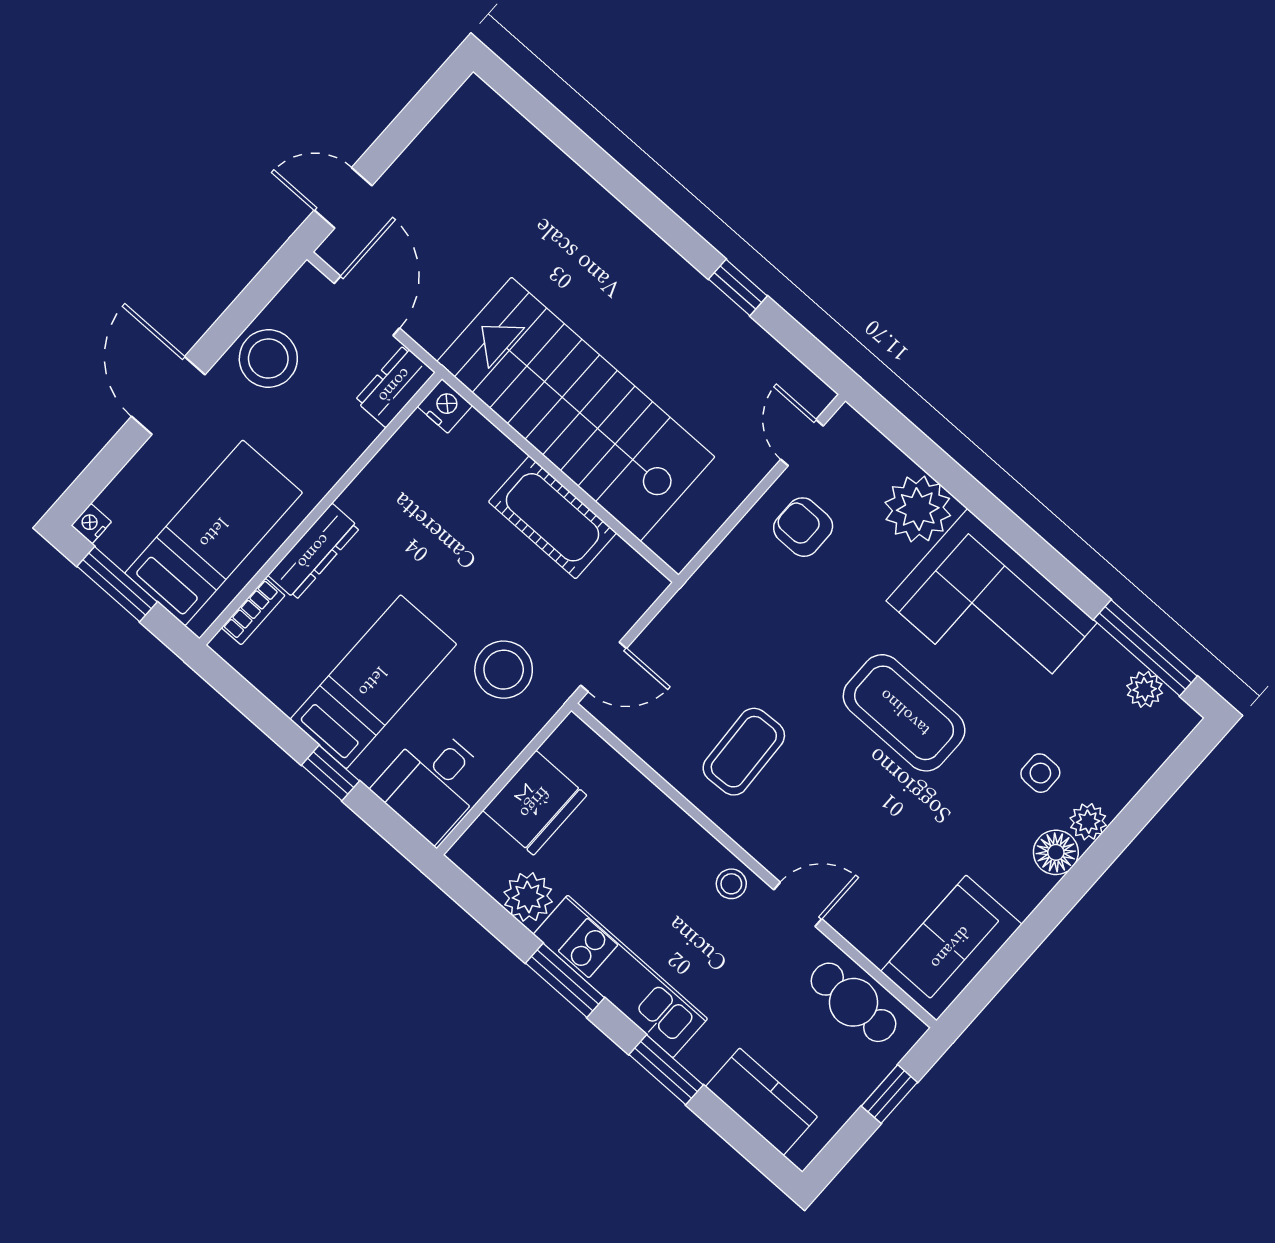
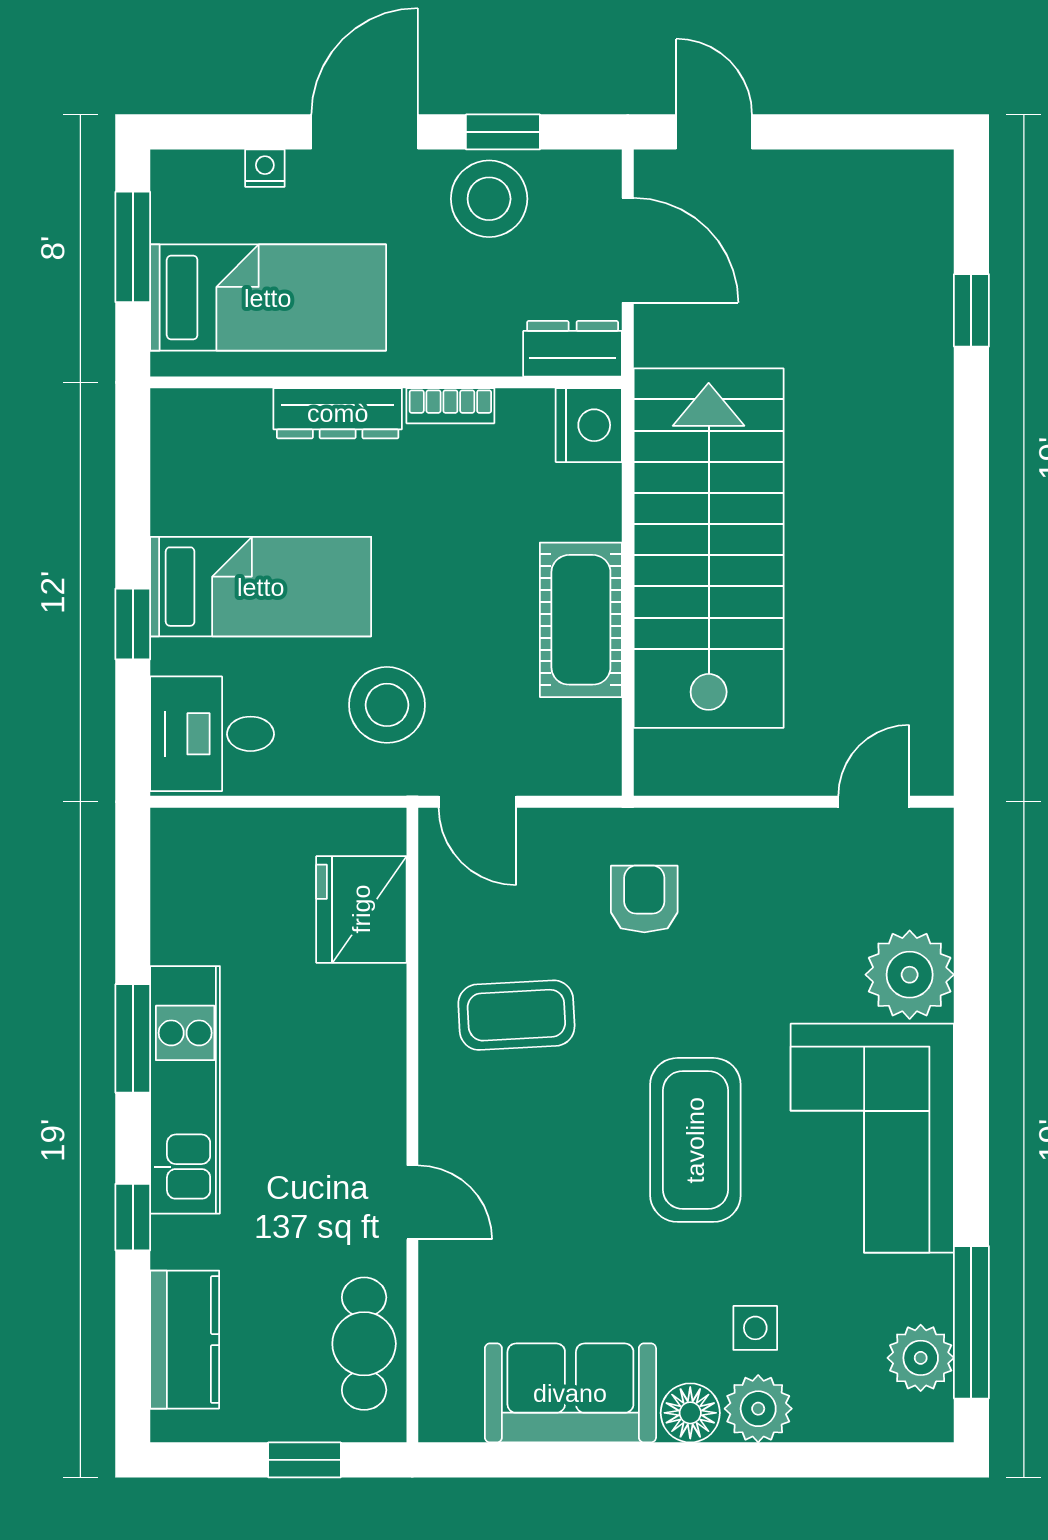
window: (738, 287) -> (971, 310), moved
door: (367, 306) -> (628, 250), hinge flipped
window: (237, 317) -> (503, 132), added
nightstand: (445, 406) -> (589, 425), width x1.36, depth x1.33
nightstand: (91, 524) -> (265, 168), moved
armchair: (803, 527) -> (644, 899), moved
bookcase: (253, 612) -> (450, 406), moved
plant: (1145, 689) -> (921, 1358), width x1.38, depth x1.38
fridge: (535, 803) -> (361, 909), moved, turned 90
plant: (1088, 822) -> (758, 1409), width x1.38, depth x1.38
stool: (731, 884) -> (374, 1119), removed
plant: (528, 897) -> (183, 929), removed
sofa: (951, 948) -> (570, 1393), moved
window: (666, 1070) -> (133, 1217), width x0.67

